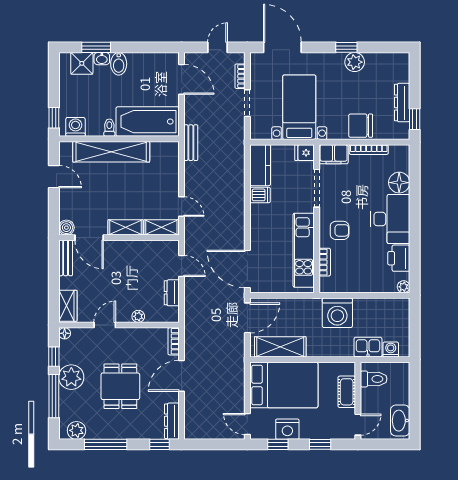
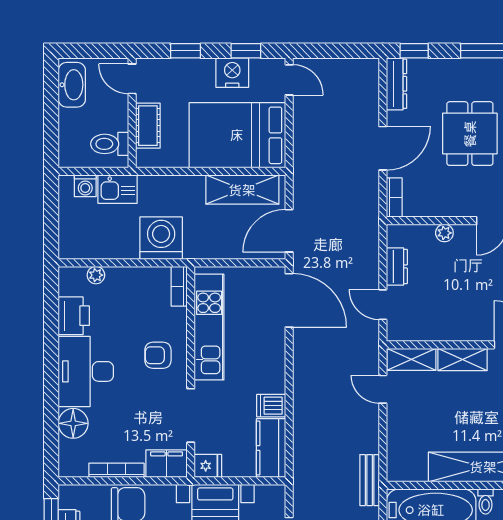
bookcase: (325, 262) -> (179, 286), moved
plant: (404, 287) -> (96, 275), moved
door: (358, 425) -> (132, 79), hinge flipped

